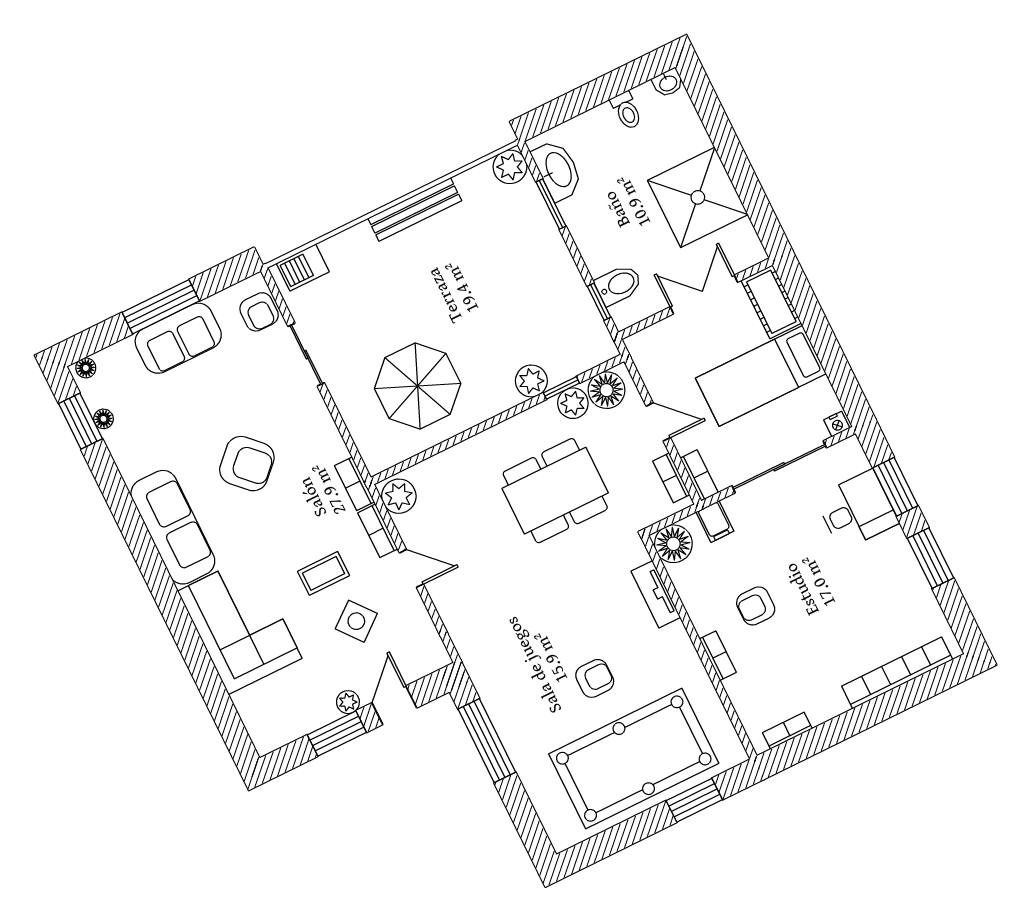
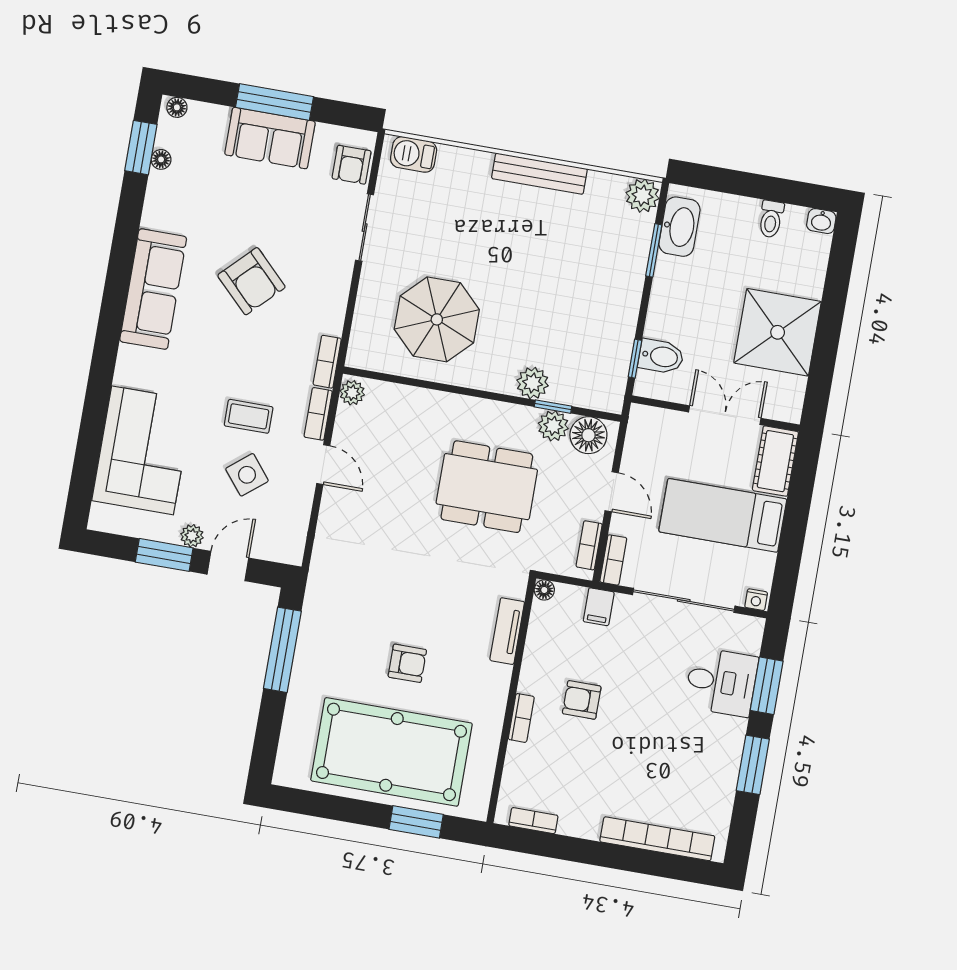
plant: (399, 496) -> (352, 393), width x0.73, depth x0.73
floor lamp: (673, 544) -> (544, 590), width x0.53, depth x0.53
corner sofa: (240, 625) -> (142, 450), moved

